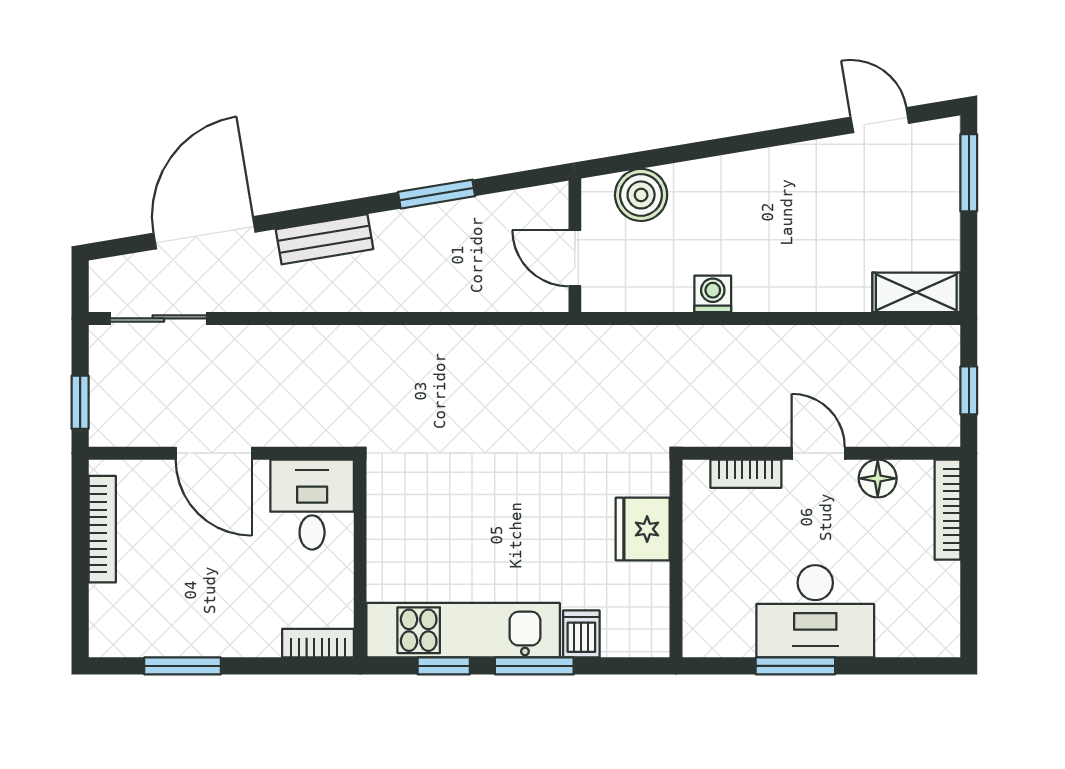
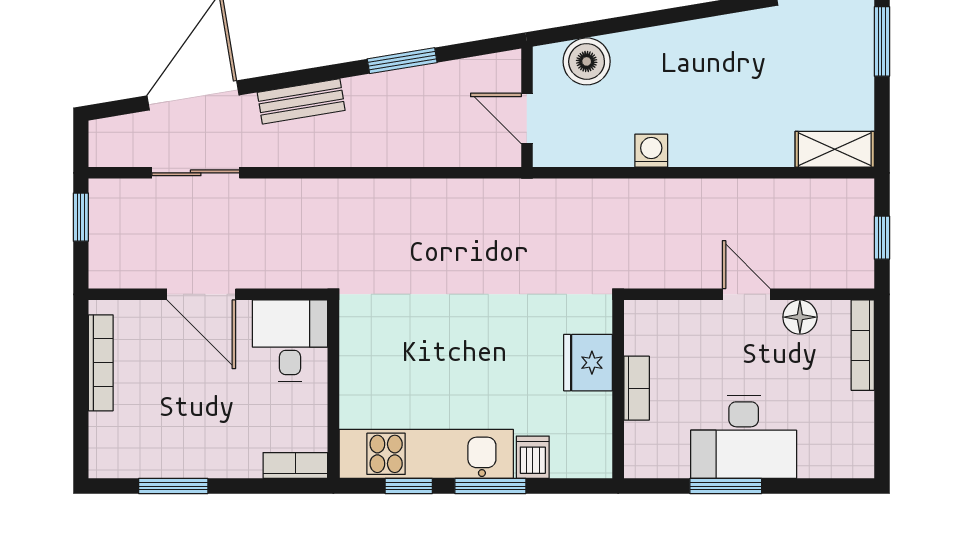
sliding door: (158, 318) -> (196, 173), moved
window: (80, 402) -> (81, 217), moved
bookcase: (746, 474) -> (637, 388), moved, turned -90

